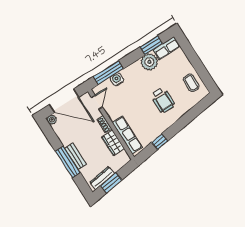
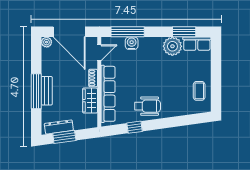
wheelchair: (163, 100) -> (147, 106), moved, turned -90
row of seats: (127, 135) -> (108, 94), width x1.36

